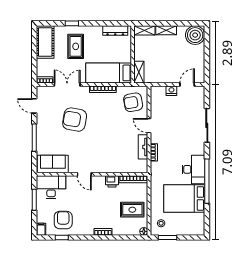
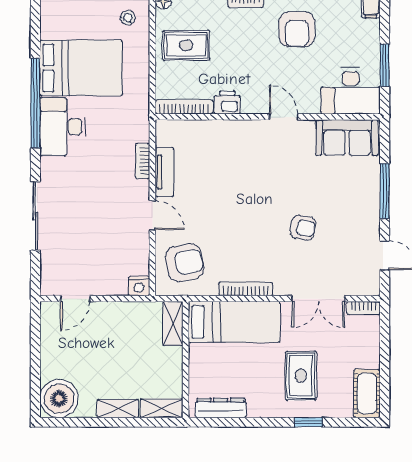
cot: (45, 42) -> (367, 394), width x0.73, depth x0.75
nightstand: (171, 91) -> (139, 286), moved
armchair: (75, 120) -> (303, 228), width x0.53, depth x0.53
armchair: (63, 220) -> (297, 29), moved

